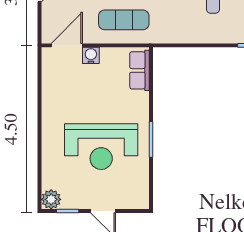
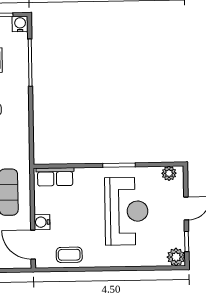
coffee table: (55, 84) -> (69, 255), added
plant: (141, 193) -> (169, 173), added

